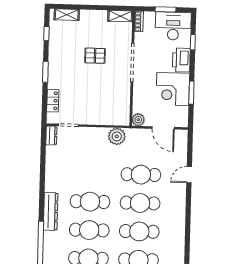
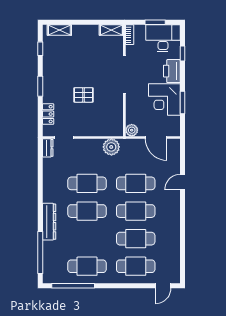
pallet: (95, 56) -> (83, 95), moved
cafe table: (89, 230) -> (87, 183), moved

